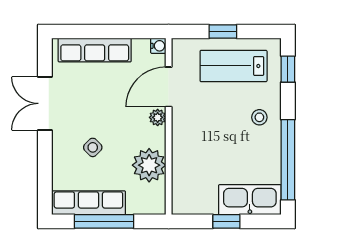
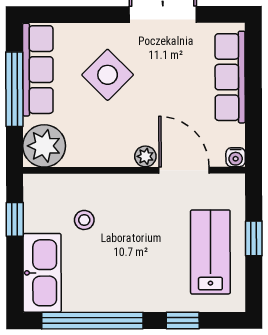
window: (288, 69) -> (183, 320), moved
stool: (259, 117) -> (84, 220), moved
side table: (93, 147) -> (108, 75), width x1.87, depth x1.87
plant: (149, 165) -> (44, 146), moved
window: (226, 221) -> (15, 219), moved

